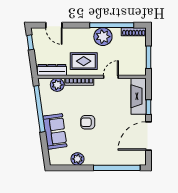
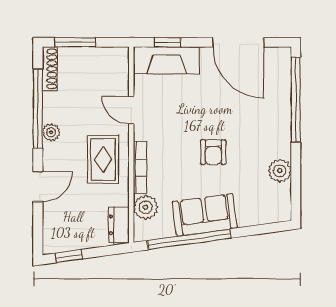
door: (54, 25) -> (38, 186), moved
plant: (103, 37) -> (51, 132), width x0.53, depth x0.53
window: (149, 57) -> (75, 42), moved
dresser: (52, 70) -> (119, 225), width x0.70
window: (149, 107) -> (168, 42), moved
sofa: (55, 131) -> (205, 215), moved

